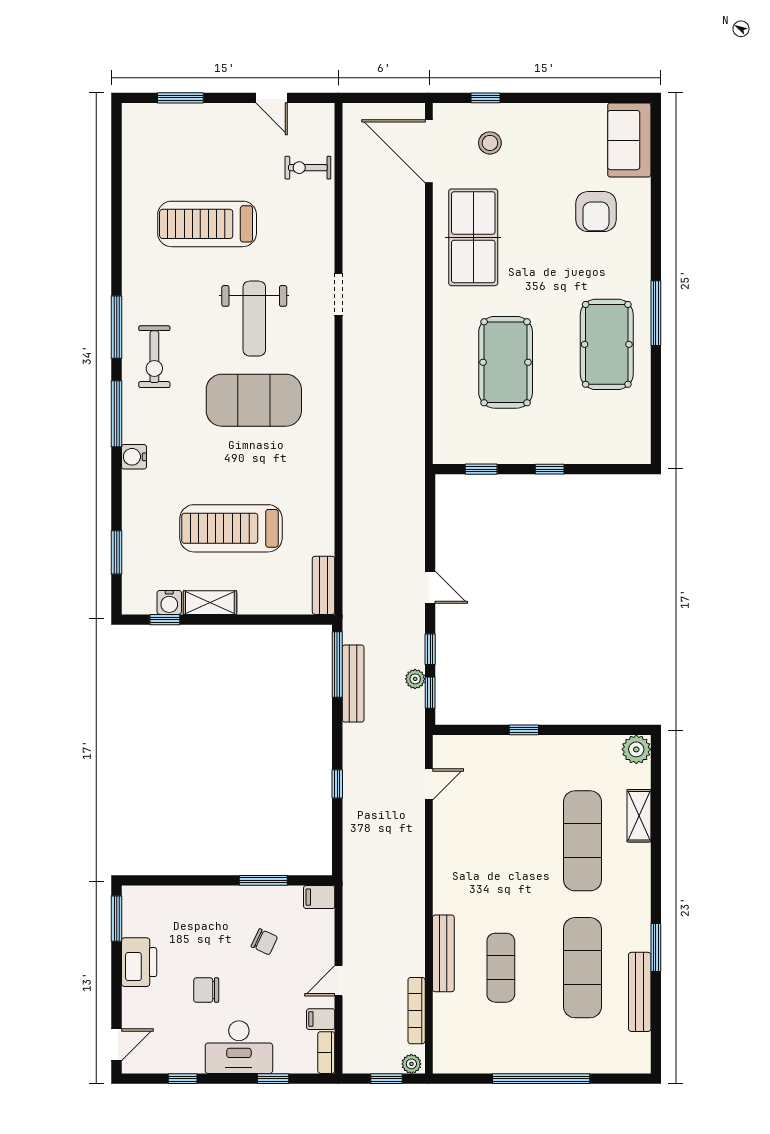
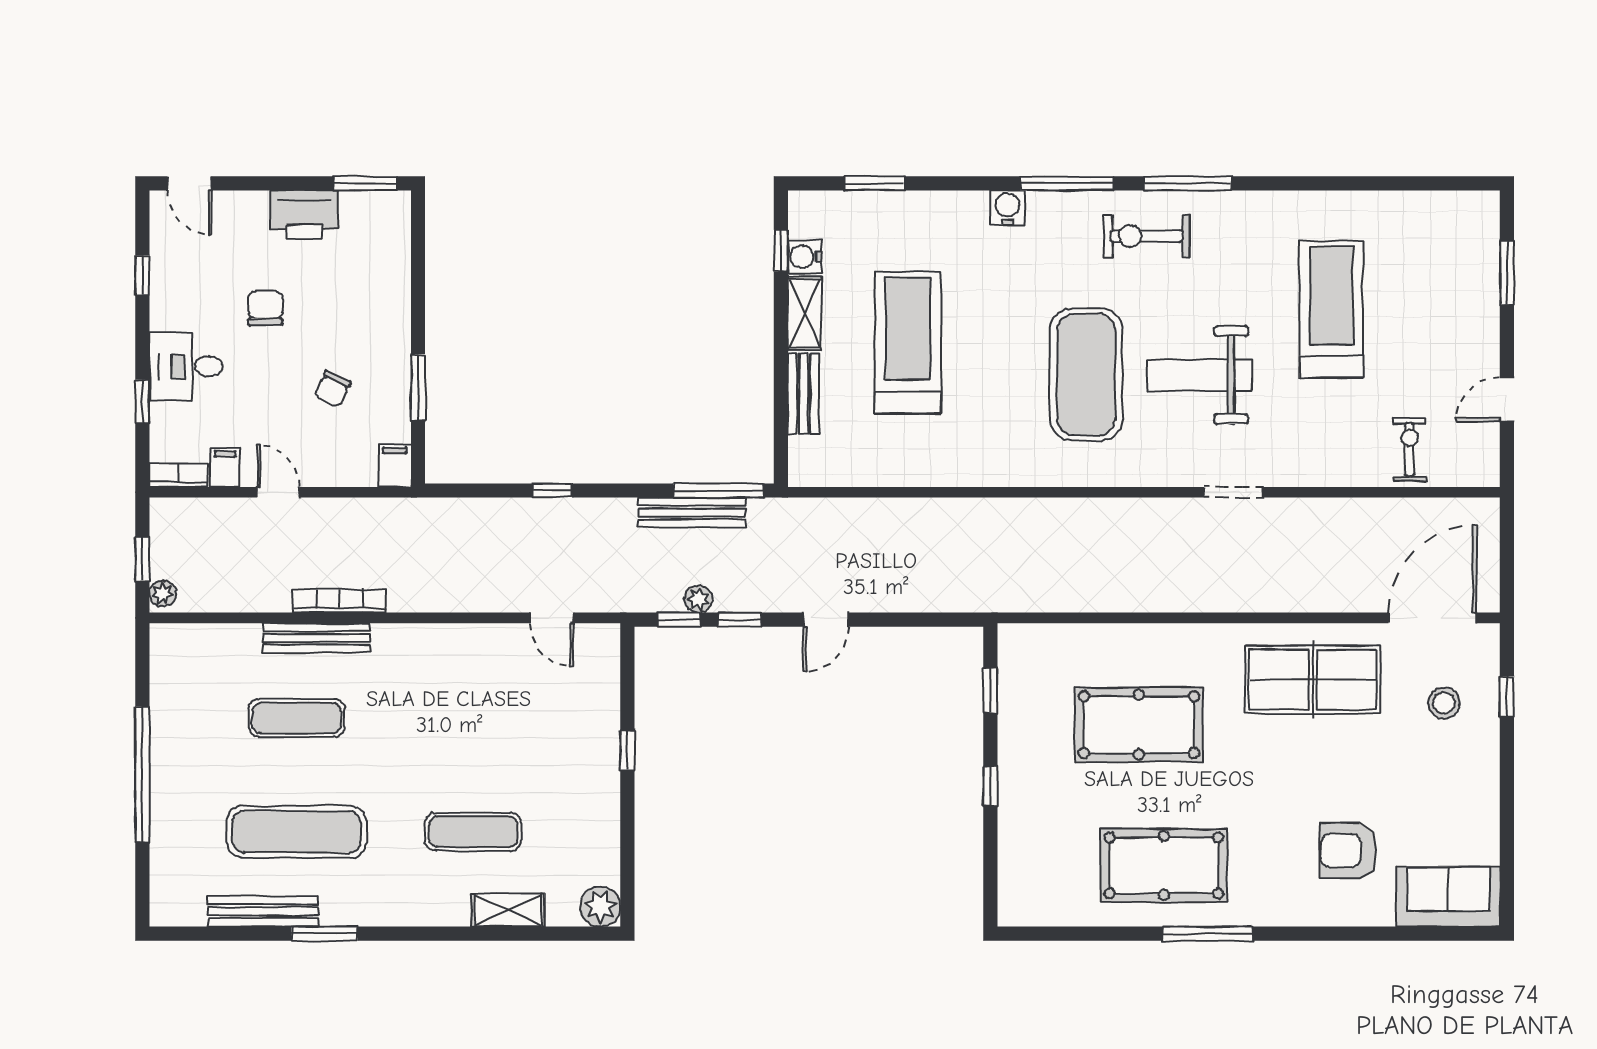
bench: (324, 585) -> (803, 394), moved, turned 90
exercise mat: (583, 841) -> (473, 832), width x0.73, depth x0.69
bookcase: (417, 1011) -> (340, 601), moved
desk: (239, 1047) -> (186, 366), width x0.73

